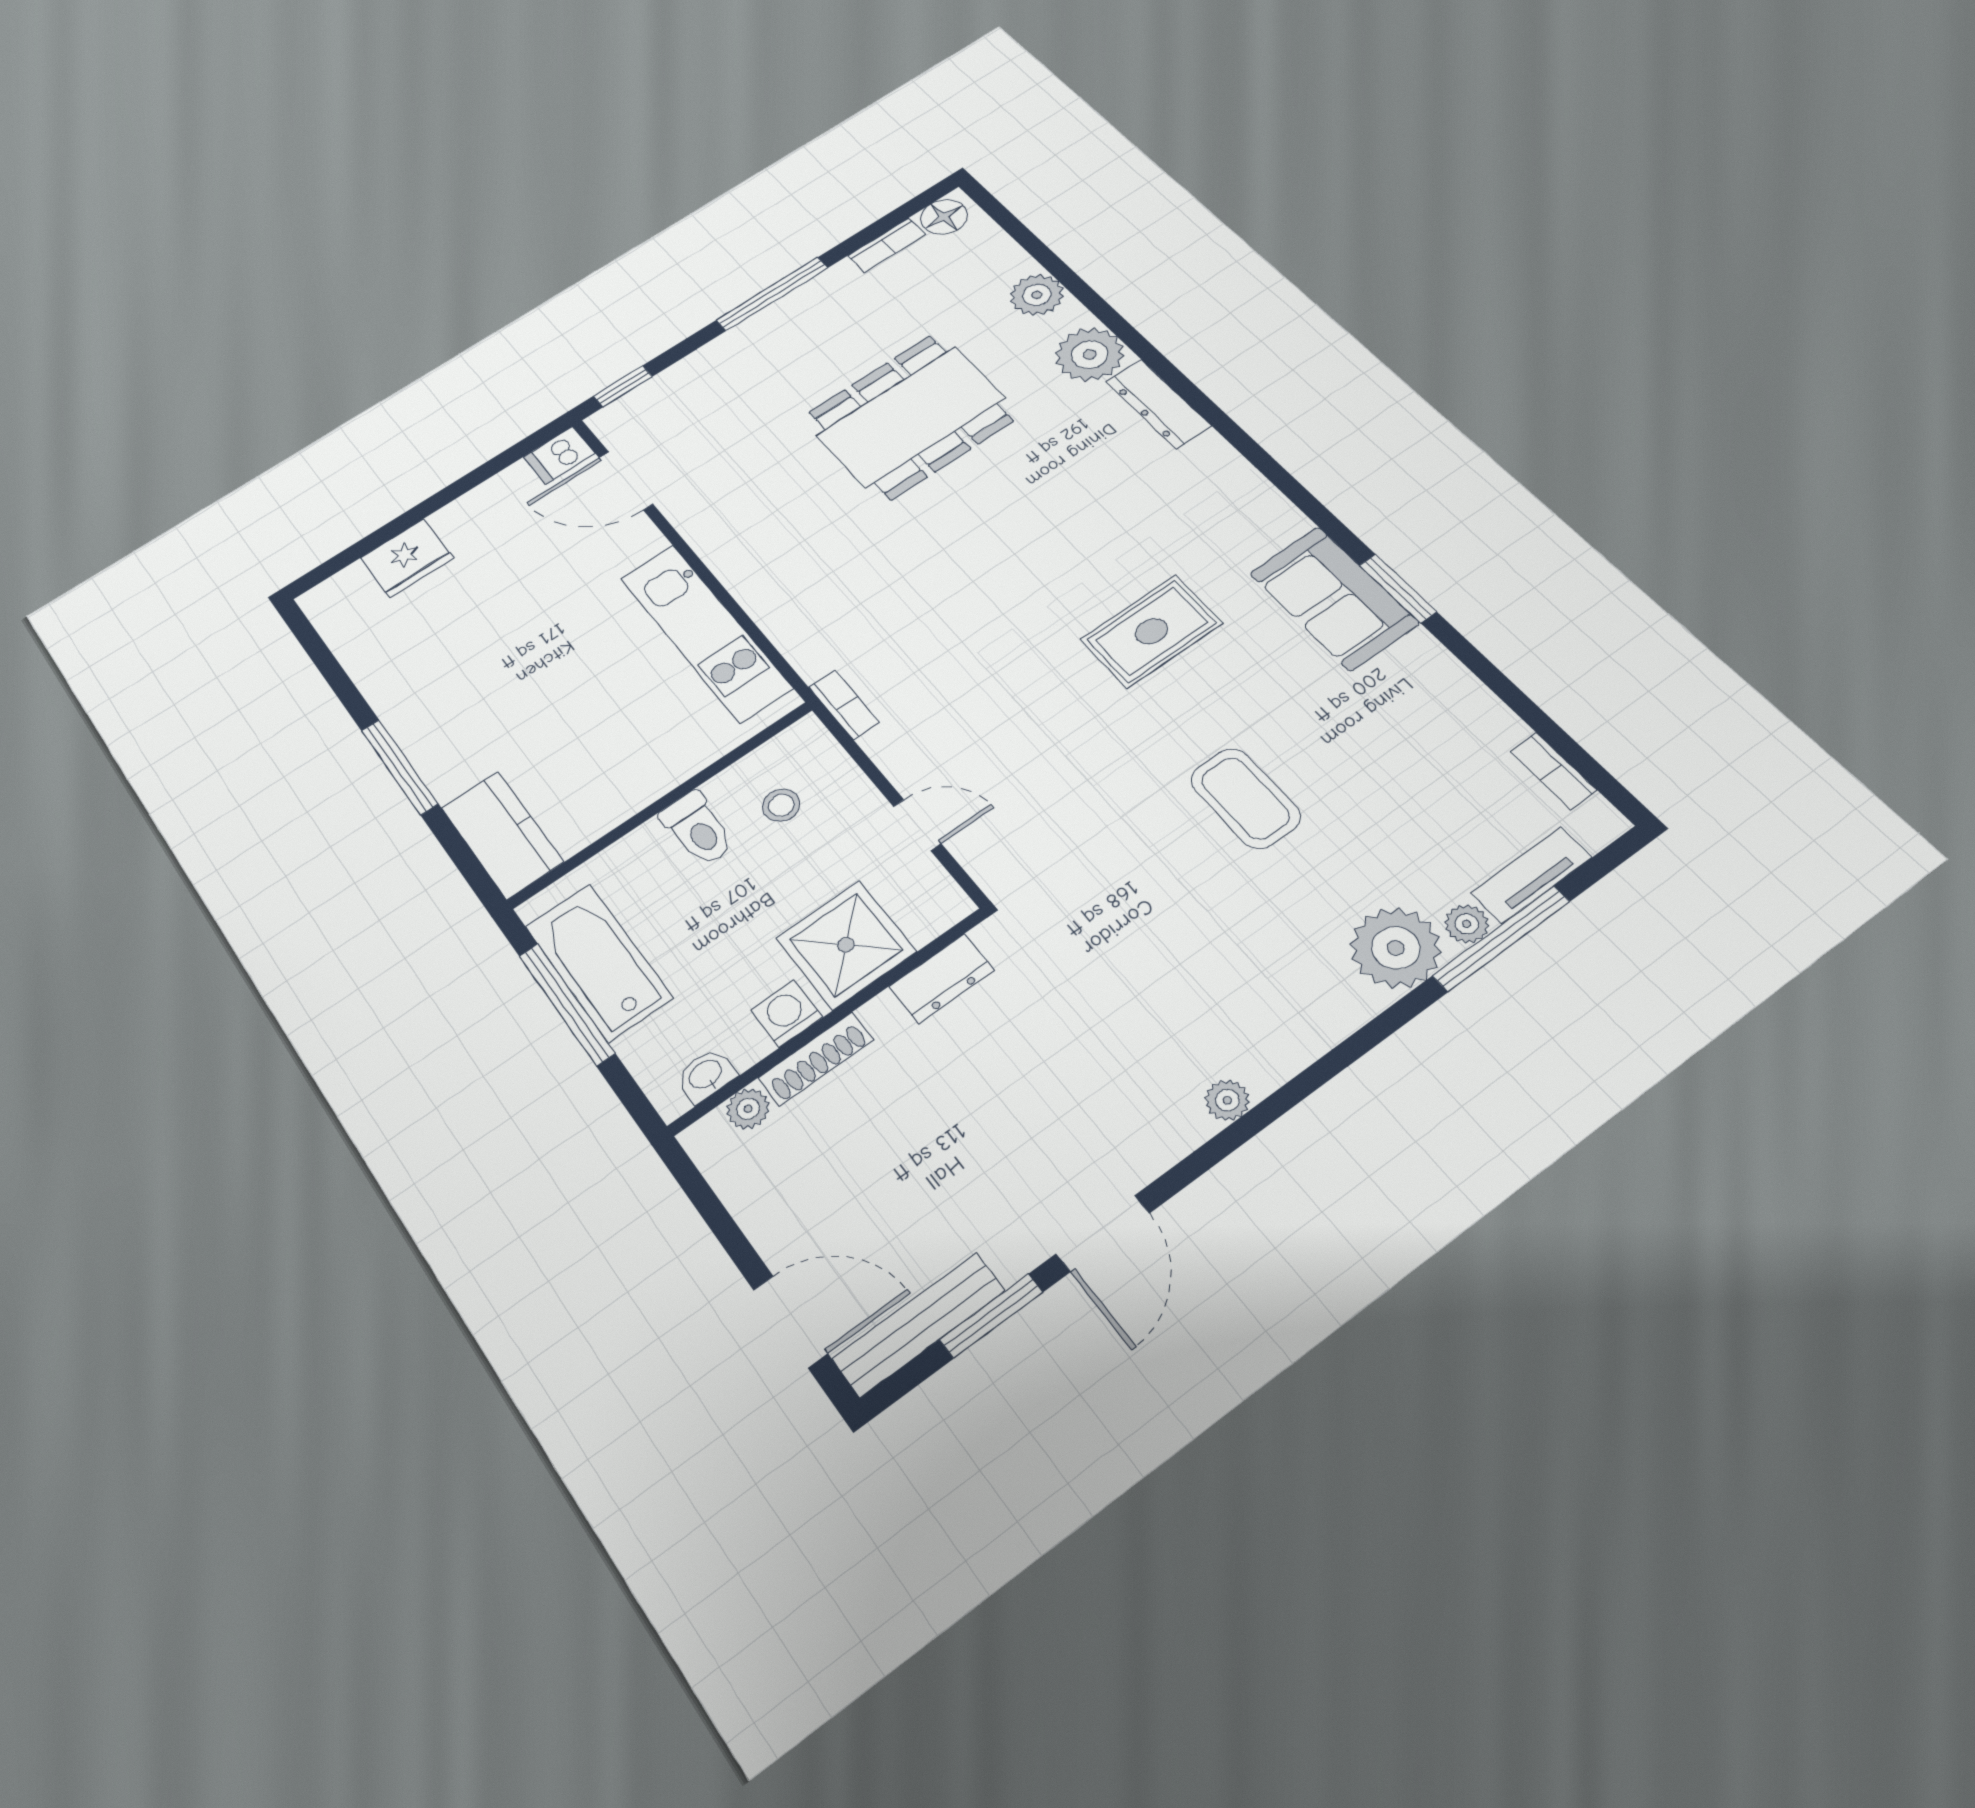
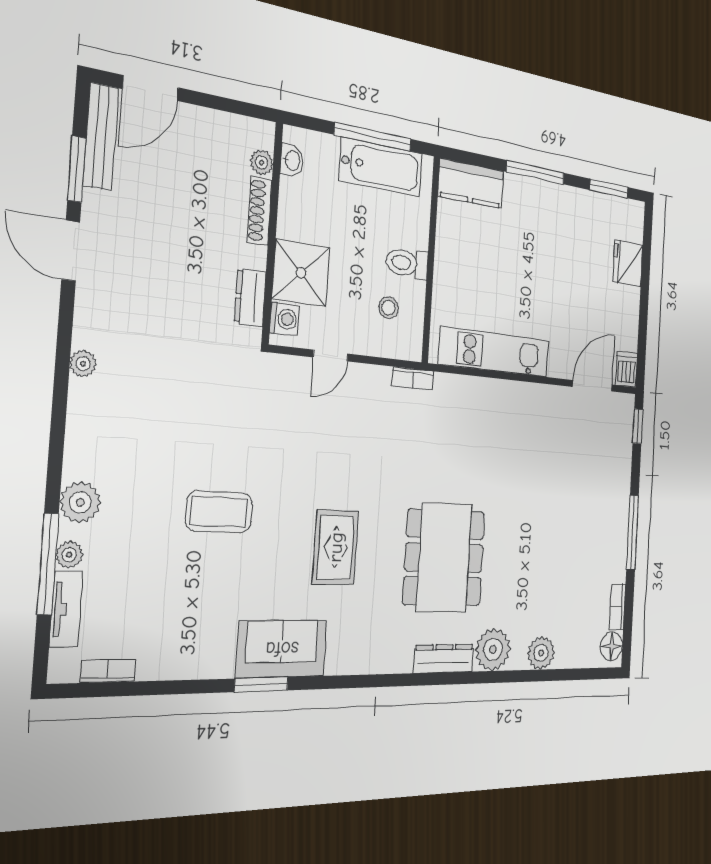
dining table: (911, 417) -> (444, 558), moved
window: (323, 658) -> (609, 188), added
plant: (1396, 948) -> (80, 502), width x0.73, depth x0.73
washing machine: (787, 1013) -> (284, 319), moved

